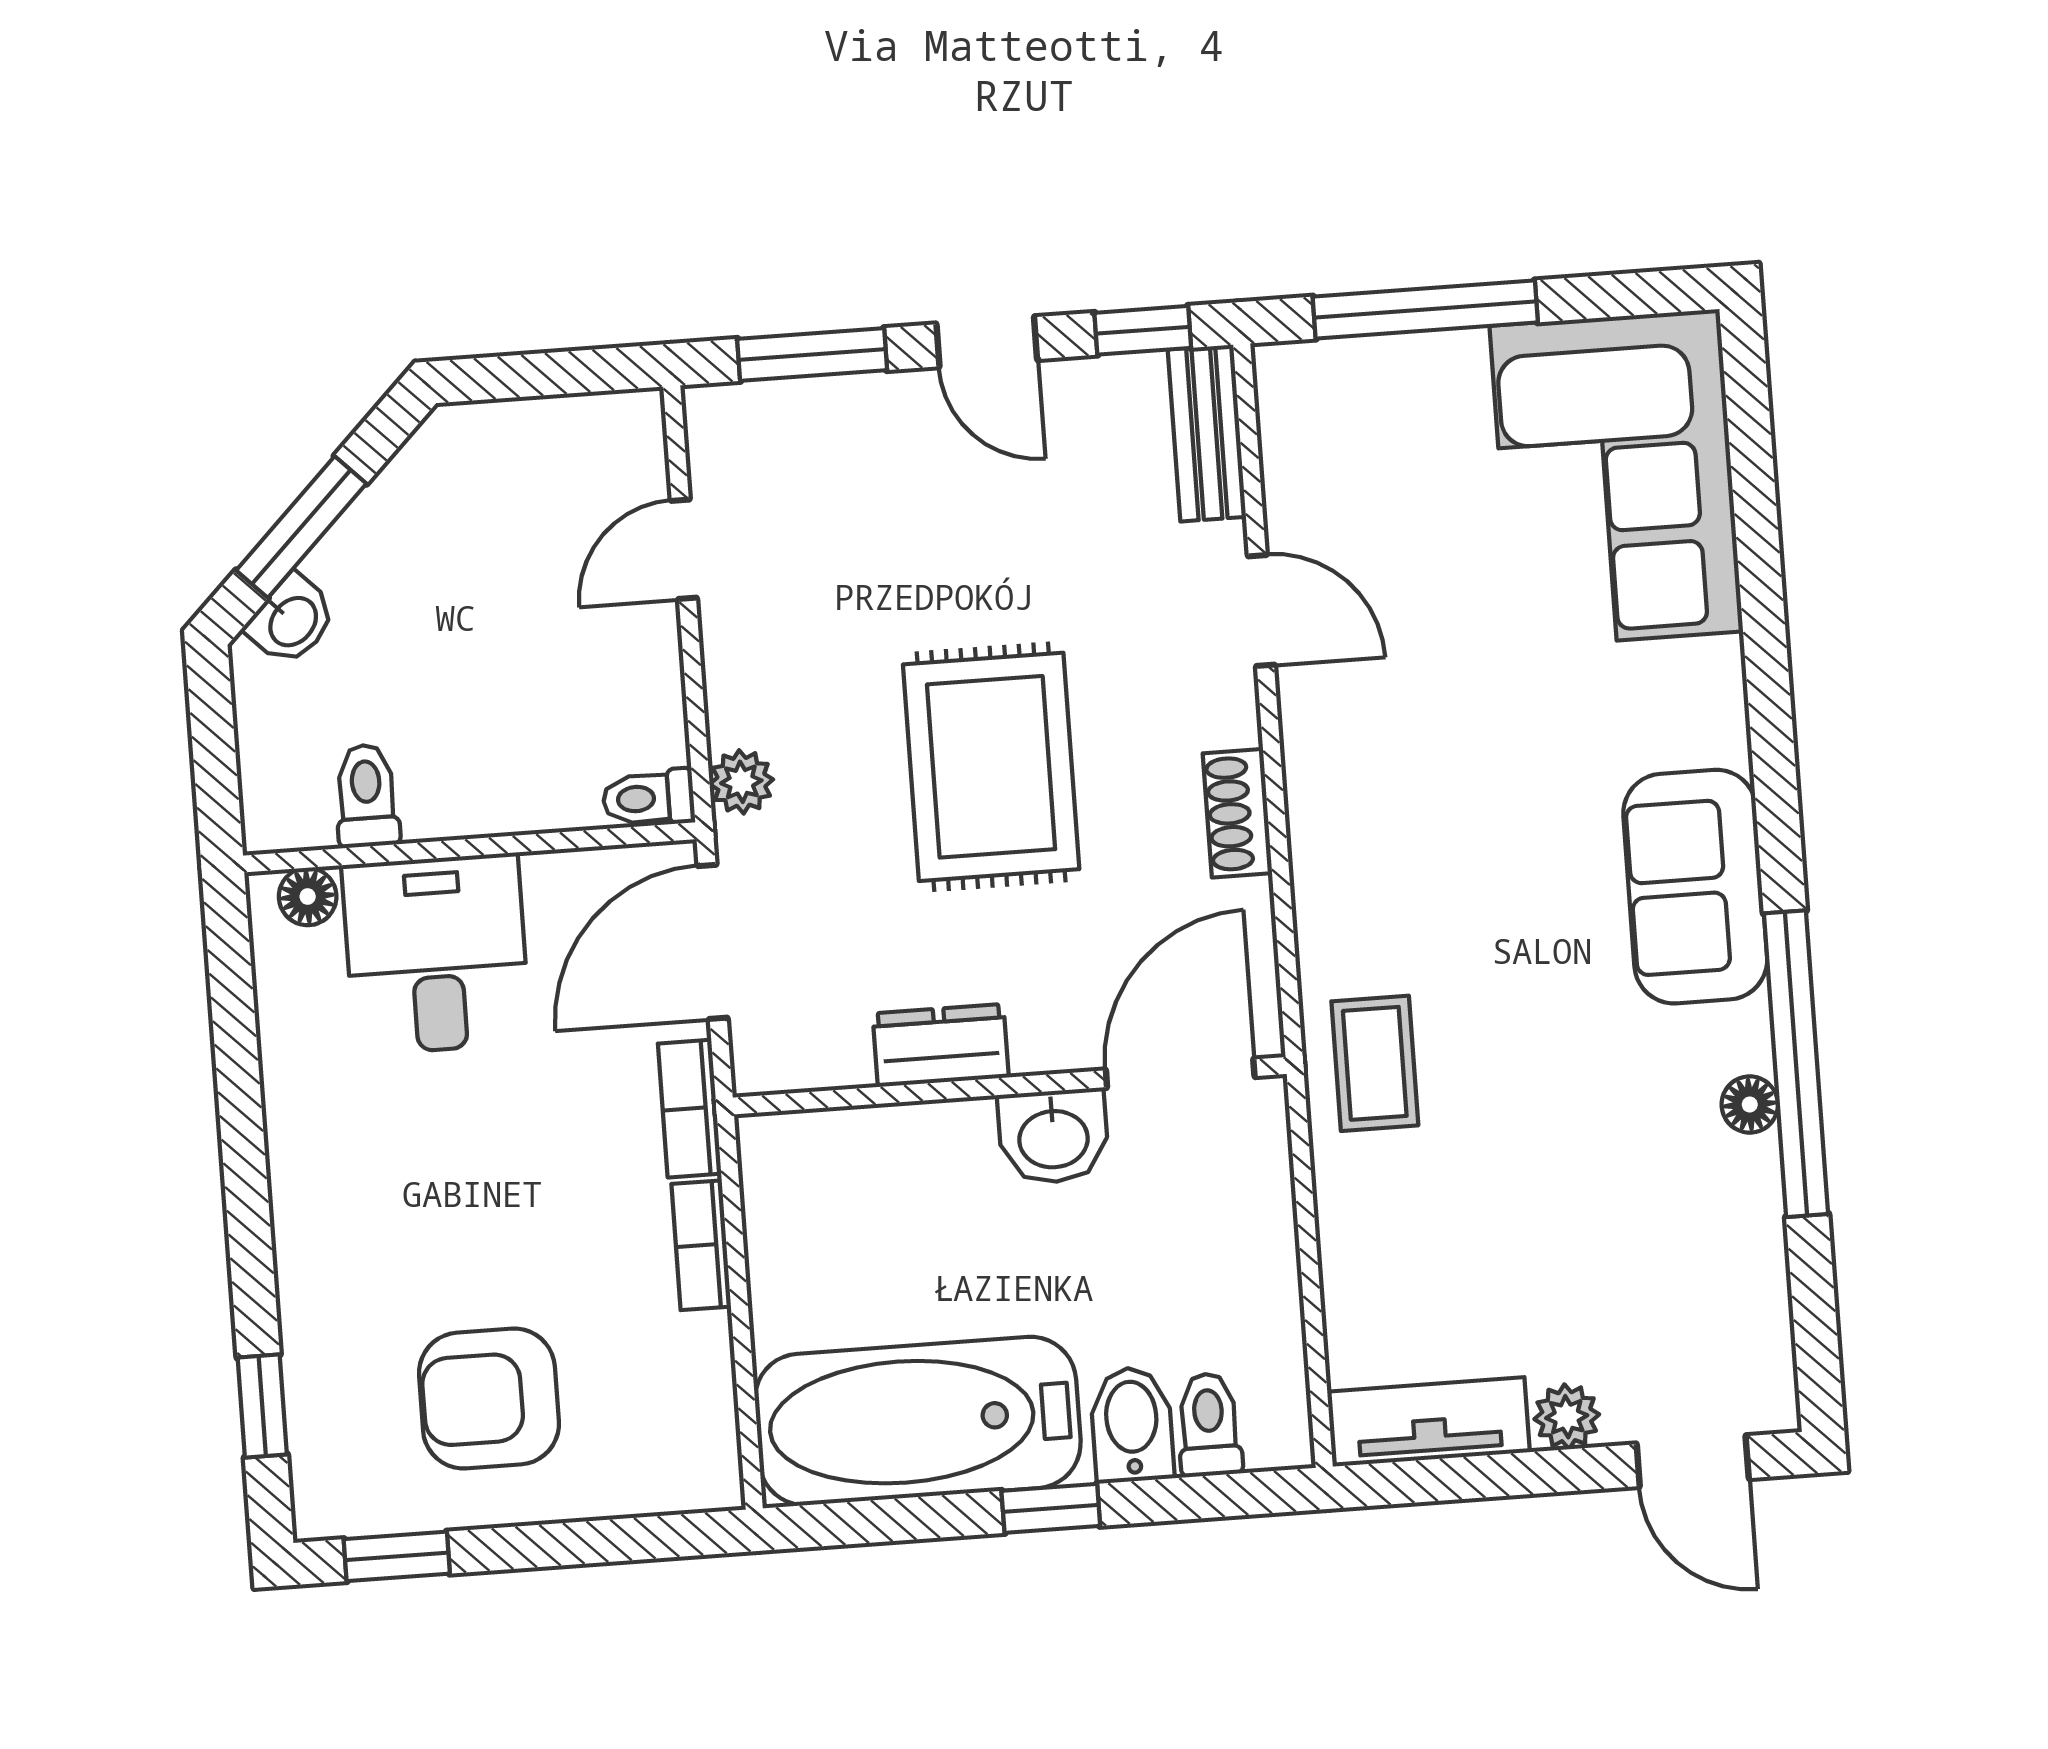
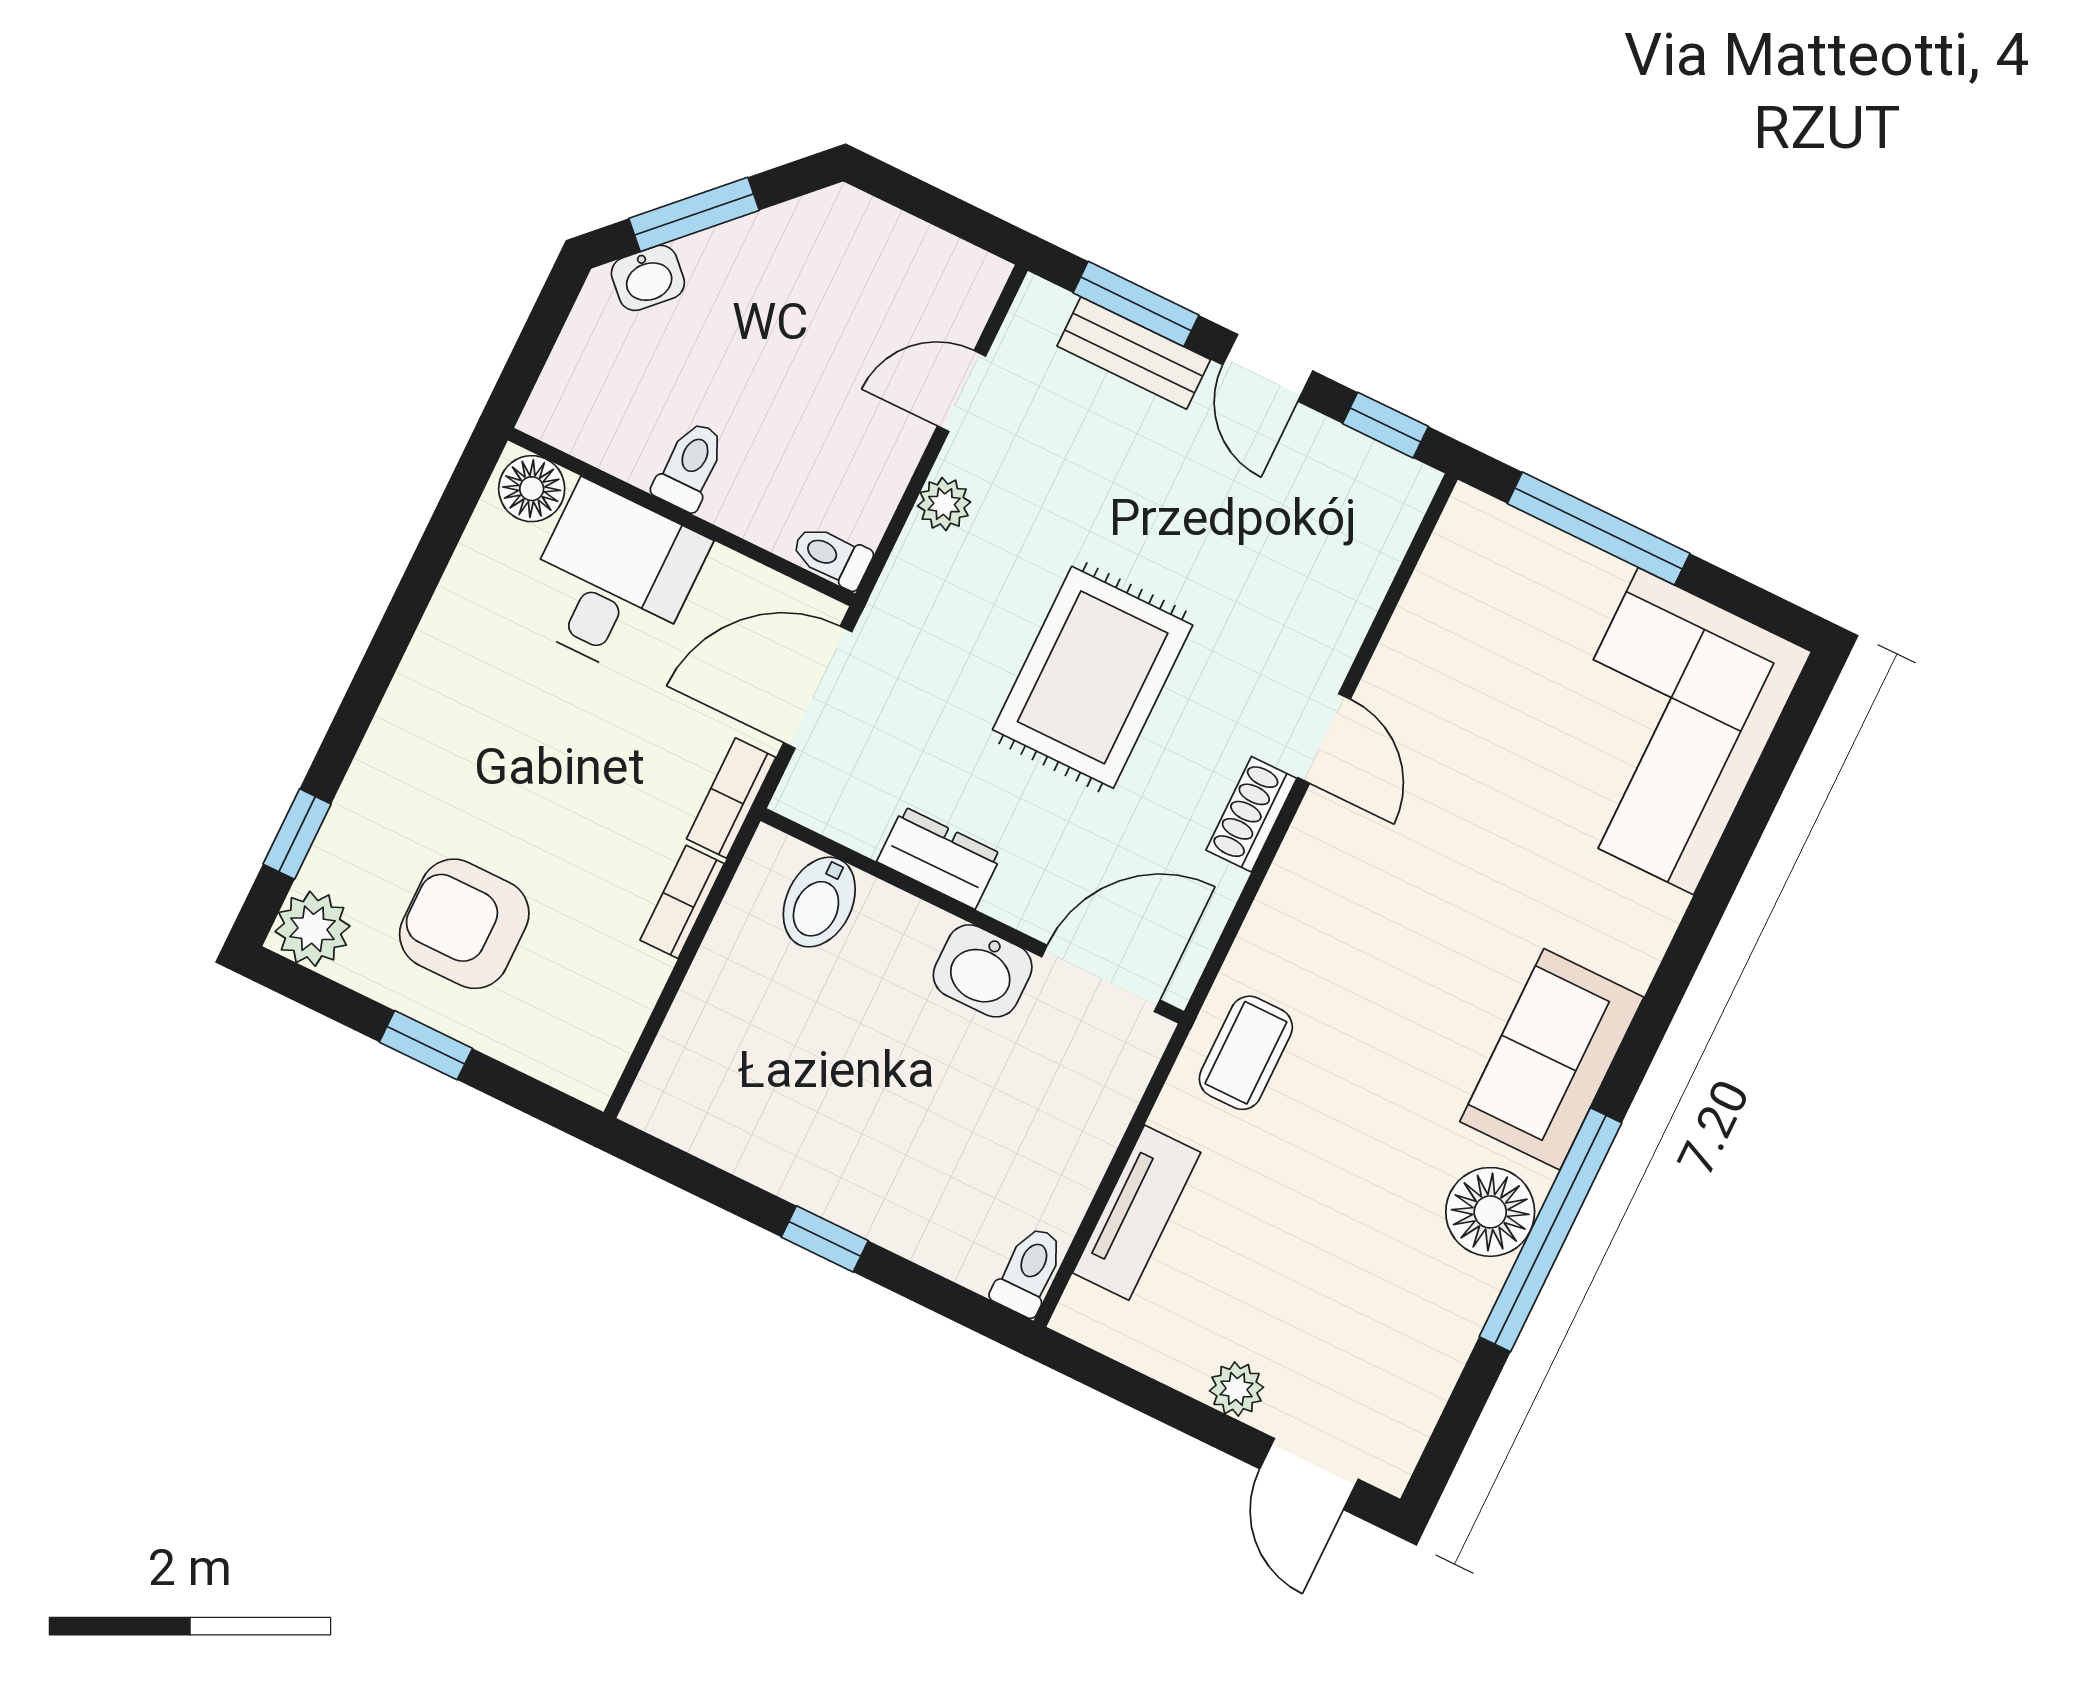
bench: (1207, 433) -> (1134, 353), moved, turned 90
door: (1261, 610) -> (1324, 738), moved
plant: (741, 782) -> (944, 504), moved
toilet: (367, 796) -> (690, 466), moved
floor lamp: (308, 897) -> (532, 489), width x1.37, depth x1.37
floor lamp: (1750, 1105) -> (1490, 1212), width x1.89, depth x1.89
bathtub: (918, 1421) -> (765, 1120), removed
tv unit: (1429, 1422) -> (1137, 1213), moved, turned 90
bidet: (1132, 1425) -> (819, 902), moved, turned 180
toilet: (1209, 1425) -> (1029, 1271), moved
plant: (335, 1495) -> (313, 929), added
window: (397, 1556) -> (426, 1045), moved

